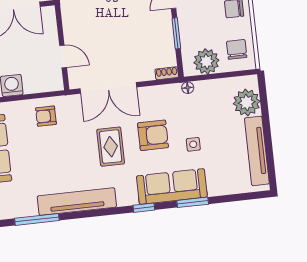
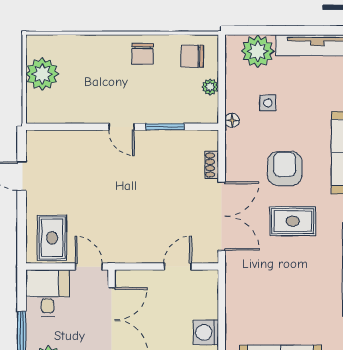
plant: (206, 61) -> (210, 87), width x0.53, depth x0.53
shoe rack: (167, 73) -> (212, 165), moved
armchair: (46, 116) -> (247, 295), removed
side table: (193, 144) -> (268, 103), moved

